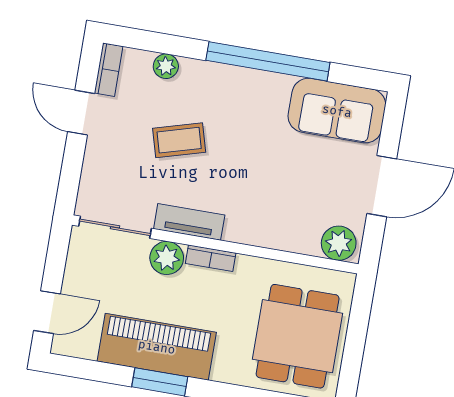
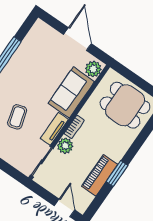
sofa: (337, 111) -> (71, 92), moved, turned 180
piano: (157, 347) -> (100, 175), width x0.73, depth x0.75

